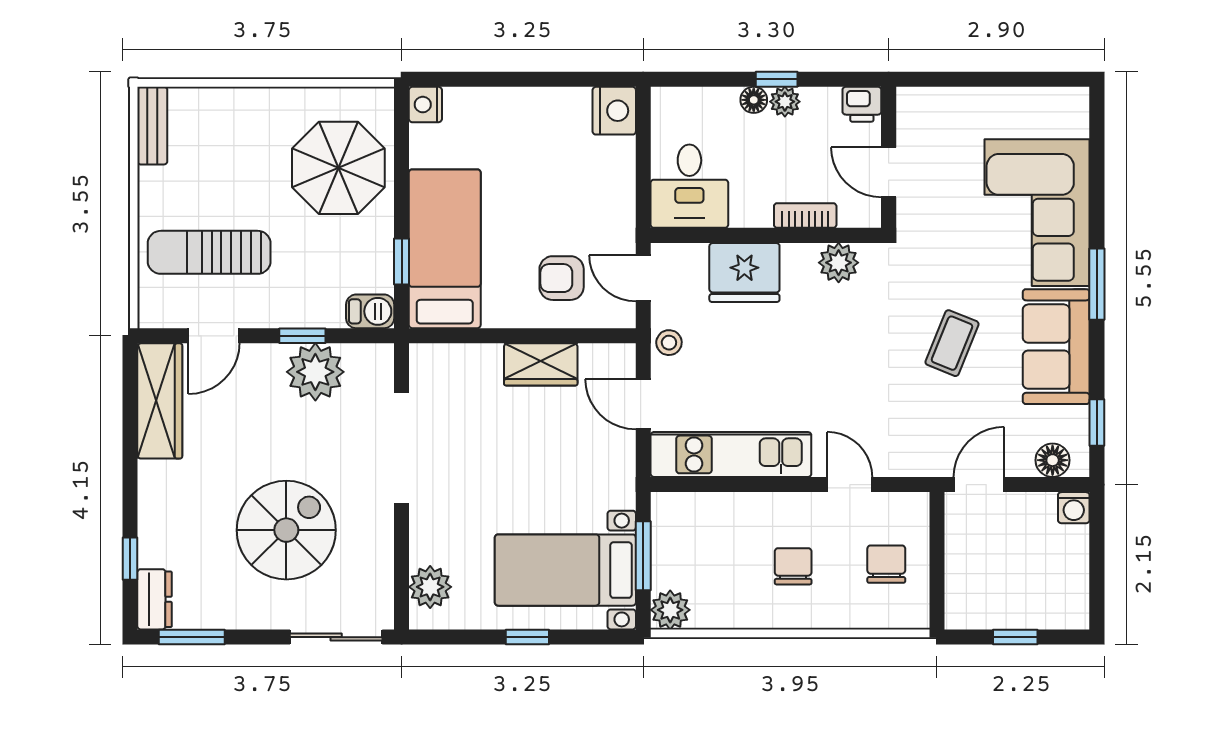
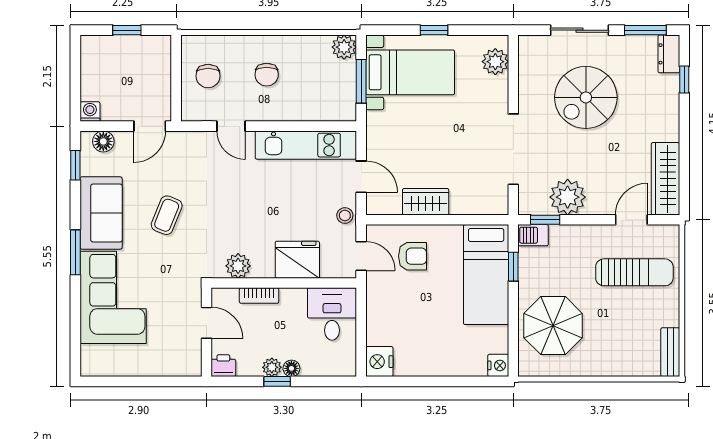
window: (302, 336) -> (545, 220), moved
sliding door: (336, 637) -> (580, 30), moved

